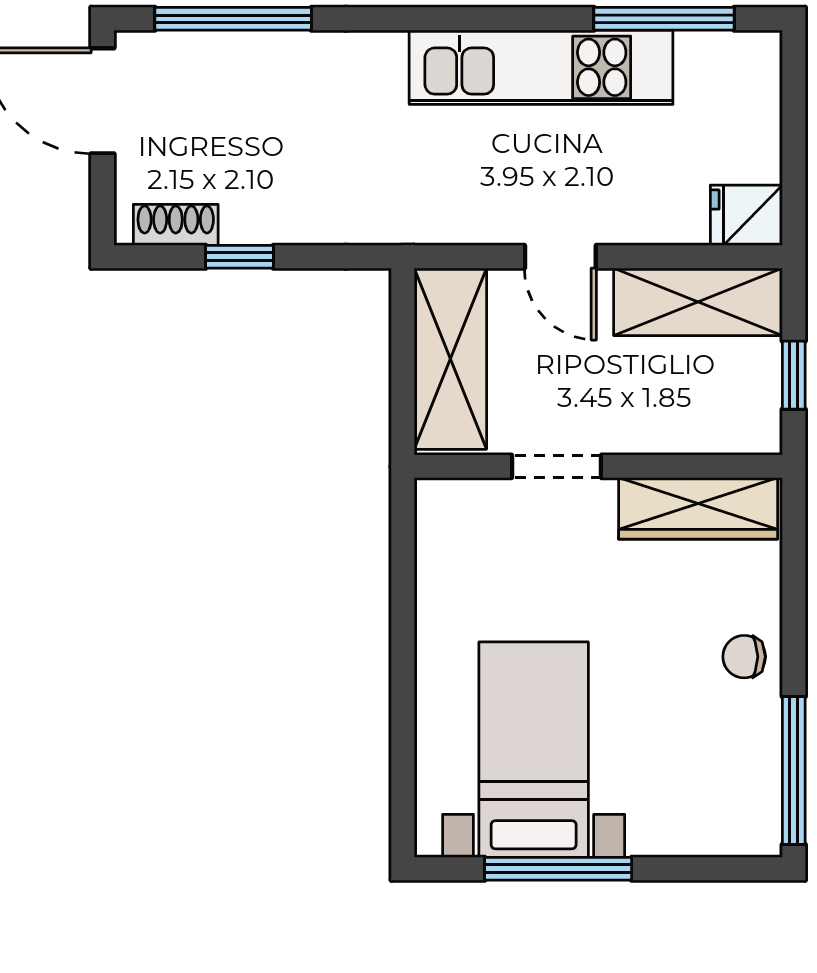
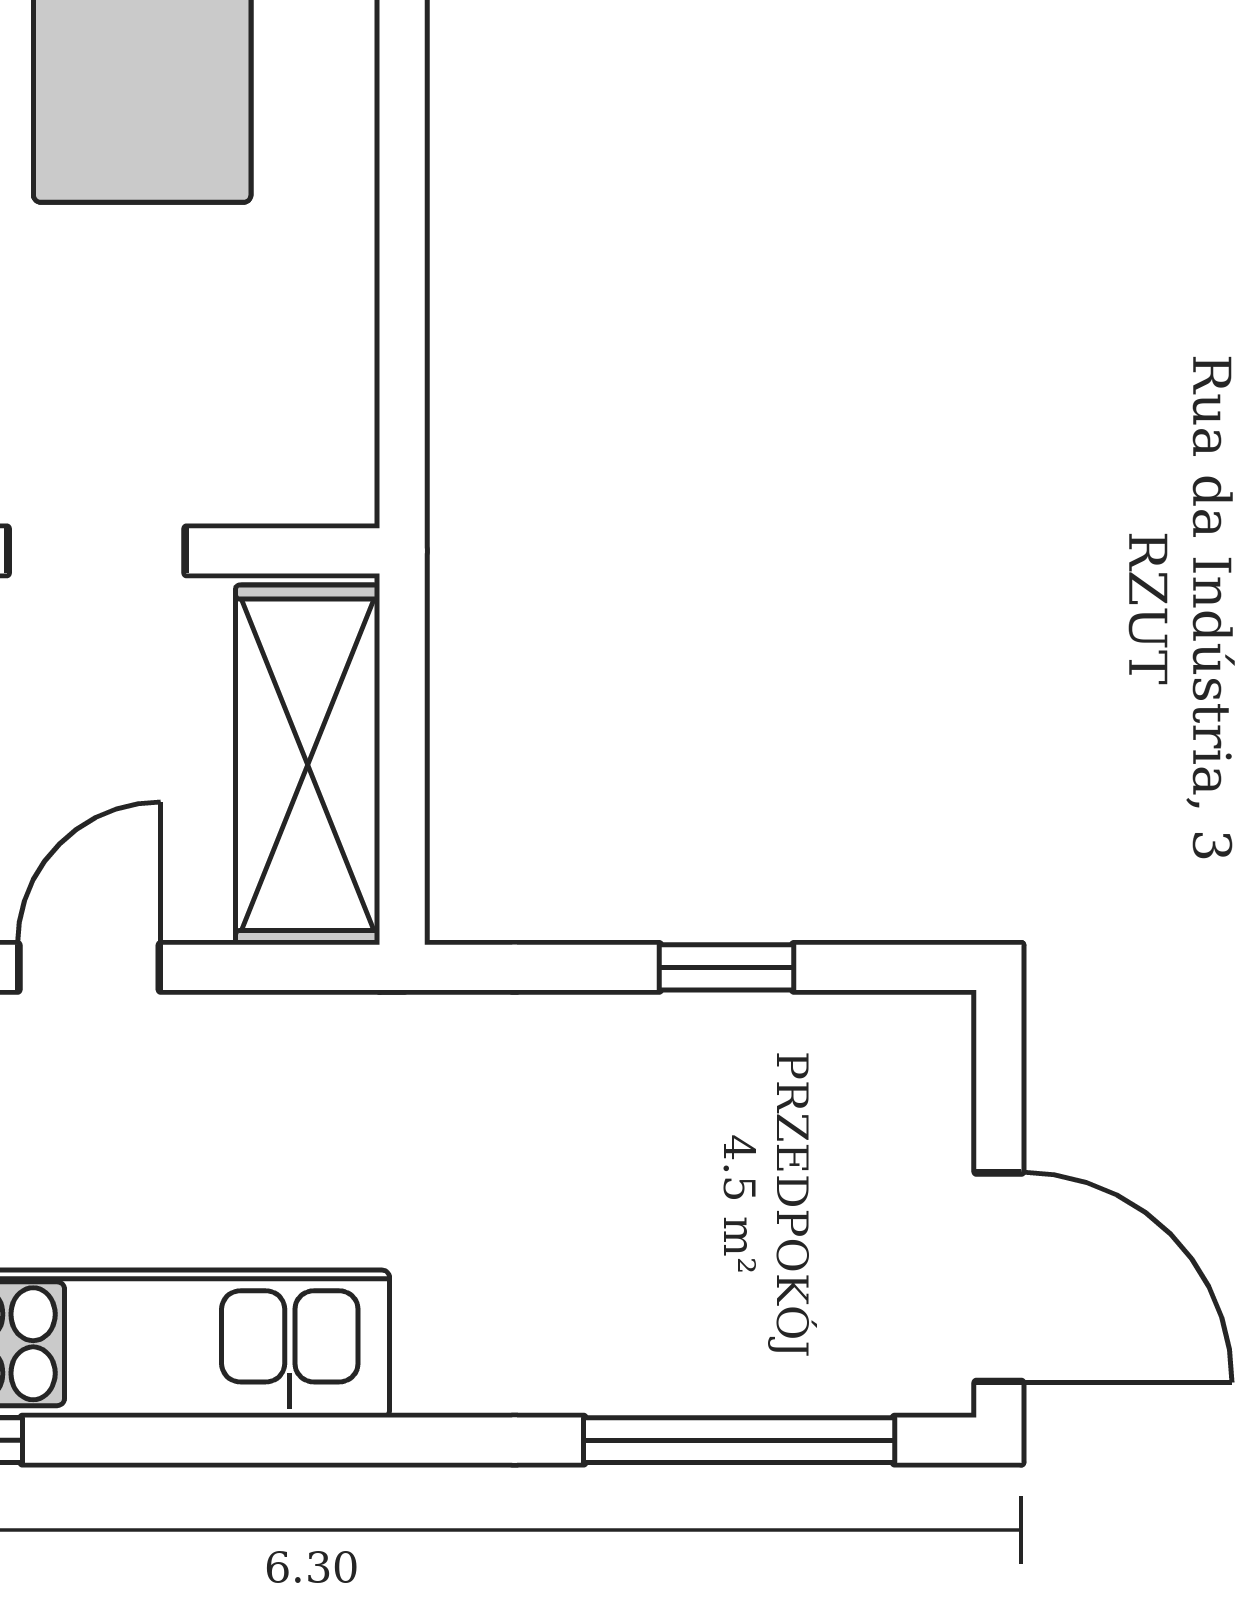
shoe rack: (176, 225) -> (853, 1031), removed
door: (560, 257) -> (89, 967), hinge flipped

